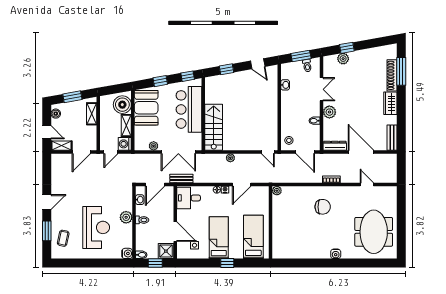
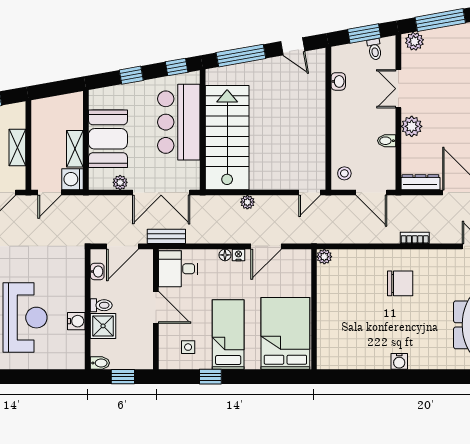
window: (347, 48) -> (440, 20), width x2.17
plant: (343, 59) -> (414, 41), moved
window: (226, 69) -> (241, 56), width x2.17
double door: (322, 89) -> (398, 89), swing flipped
boiler: (122, 105) -> (68, 114), removed
booth: (146, 108) -> (108, 139), moved
shelving: (92, 114) -> (17, 148), moved
stairs: (214, 127) -> (227, 138), width x1.36, depth x1.51
door: (268, 152) -> (310, 193), hinge flipped
plant: (126, 217) -> (75, 301), removed
door: (175, 232) -> (156, 307), moved
bed: (253, 237) -> (285, 333), width x1.50
shower: (166, 251) -> (103, 326), moved
water cooler: (127, 253) -> (76, 321), moved
water cooler: (336, 254) -> (399, 361), moved
window: (227, 263) -> (210, 377), moved

